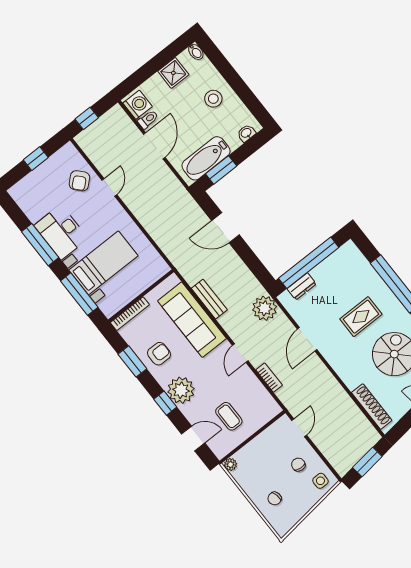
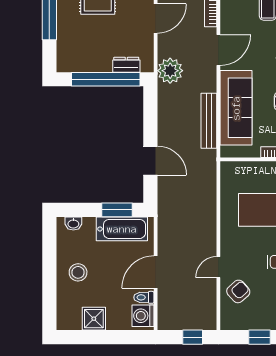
bidet: (196, 52) -> (62, 321), removed
bench: (209, 299) -> (209, 121), width x1.36
door: (240, 353) -> (218, 50), width x1.38

